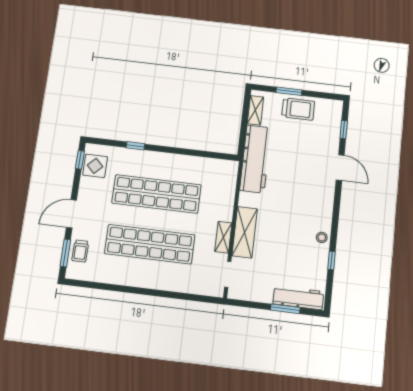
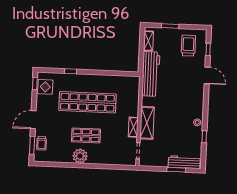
trolley: (298, 109) -> (188, 46), moved, turned -90
shop shelf: (150, 244) -> (86, 135), width x0.50, depth x0.74
plant: (137, 276) -> (80, 156), added

